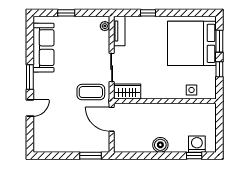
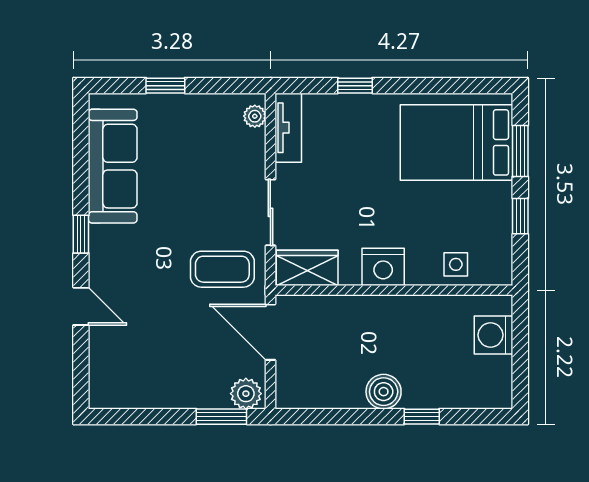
bed: (192, 43) -> (457, 142), width x0.73
window: (30, 77) -> (81, 234), width x0.67
nightstand: (160, 91) -> (383, 267), added
door: (30, 108) -> (81, 306), hinge flipped
washing machine: (197, 144) -> (494, 335), moved, turned -90
plant: (101, 146) -> (246, 394), added
window: (194, 156) -> (422, 417), moved

